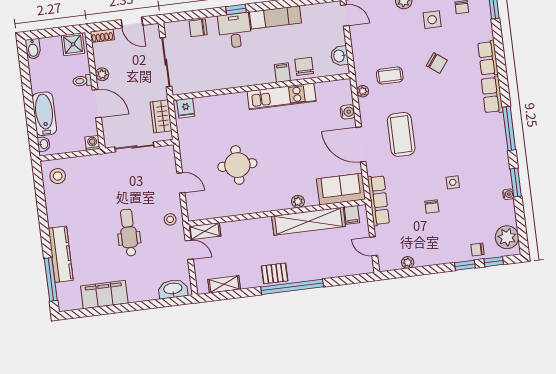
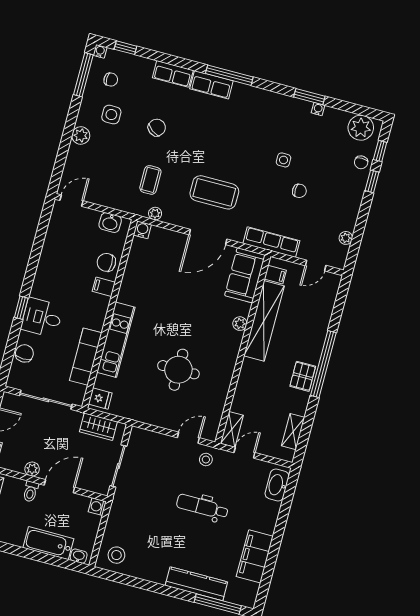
exam couch: (275, 17) -> (86, 357), moved, turned 180
chair: (198, 28) -> (24, 353), turned 180
kitchen unit: (282, 96) -> (116, 340), moved
water cooler: (348, 112) -> (142, 230), moved
window: (509, 128) -> (229, 75), moved
door: (181, 183) -> (188, 438), moved

